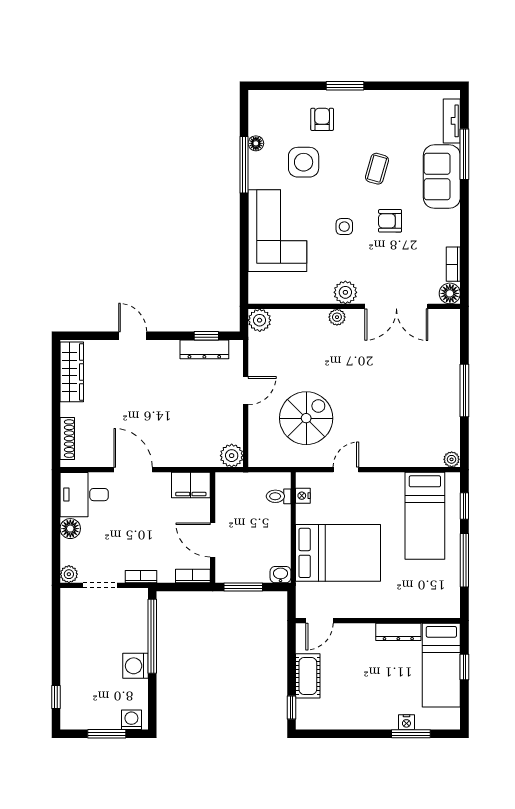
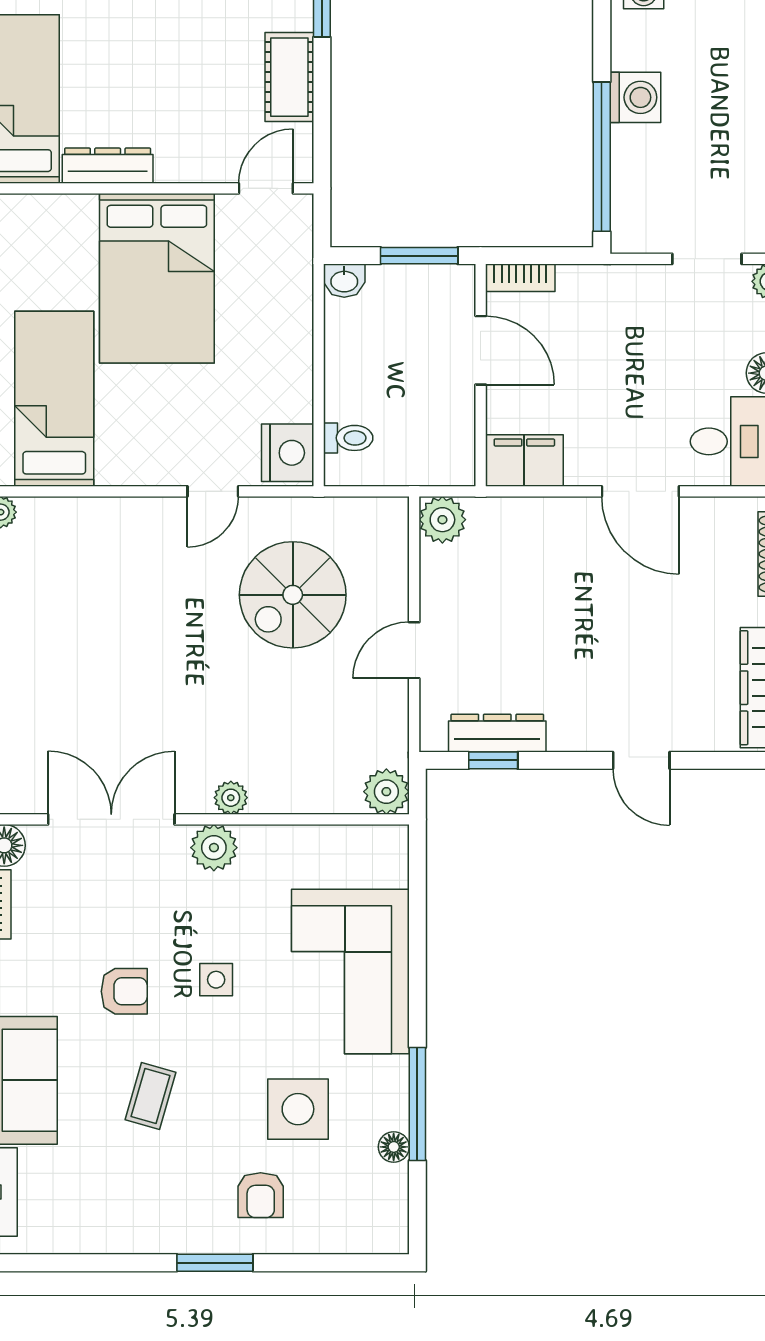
nightstand: (303, 496) -> (288, 453), width x1.89, depth x1.79
bed: (338, 553) -> (157, 278), moved, turned -90
bookcase: (141, 577) -> (625, 276), removed

